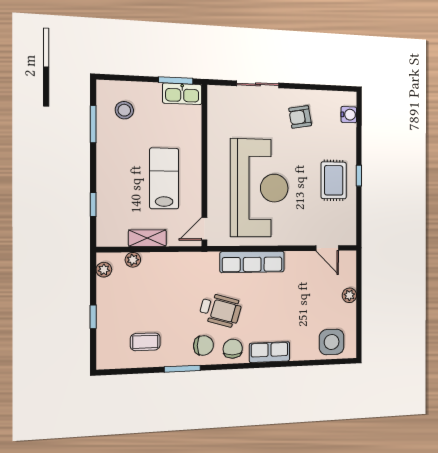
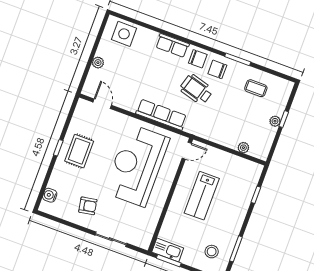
shelving: (147, 238) -> (228, 159), removed
plant: (104, 270) -> (275, 121), moved
chair: (233, 349) -> (198, 59), turned -90

